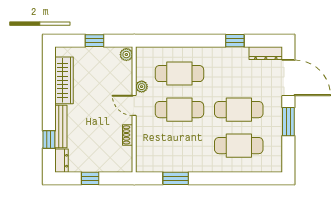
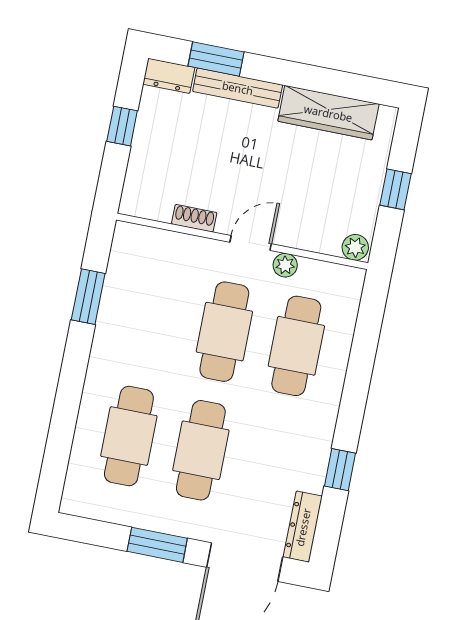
window: (49, 140) -> (216, 59), width x1.50

